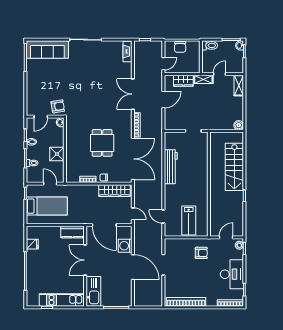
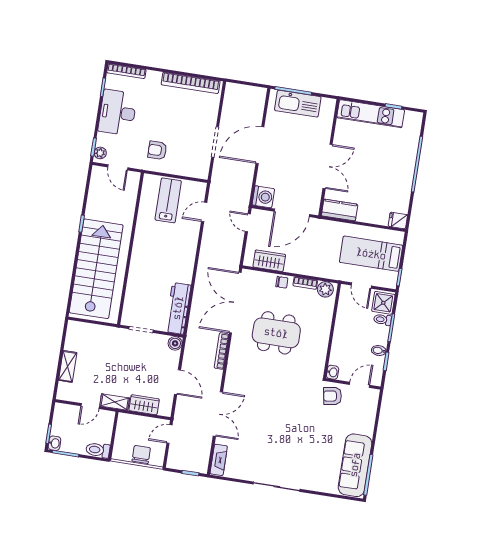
sofa: (47, 50) -> (355, 465), moved, turned -90
shelving: (239, 85) -> (68, 366), moved
double door: (133, 94) -> (218, 414), moved
door: (163, 99) -> (178, 382), swing flipped
boiler: (239, 125) -> (175, 343), moved
dining table: (102, 143) -> (276, 333), width x1.37
shower: (57, 154) -> (383, 303), moved
workbench: (171, 167) -> (178, 308), moved
stairs: (234, 167) -> (96, 269), width x1.36, depth x1.51
plant: (74, 177) -> (325, 289), added
wardrobe: (114, 191) -> (269, 261), width x0.67
door: (163, 217) -> (204, 212), swing flipped
door: (104, 225) -> (292, 213), swing flipped
door: (226, 237) -> (118, 167), hinge flipped
fridge: (32, 244) -> (398, 220), moved
washing machine: (125, 246) -> (263, 197), moved
door: (133, 267) -> (260, 145), hinge flipped
kitchen sink: (93, 291) -> (298, 104), moved, turned -90

